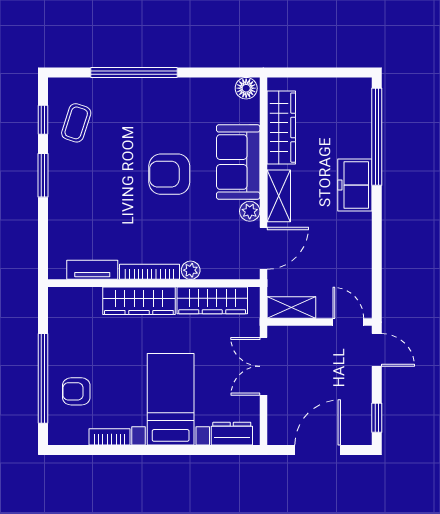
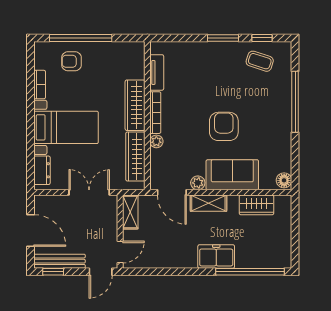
wardrobe: (281, 128) -> (256, 205), width x0.67
armchair: (76, 391) -> (72, 61), turned -90
bench: (362, 409) -> (59, 261), added

